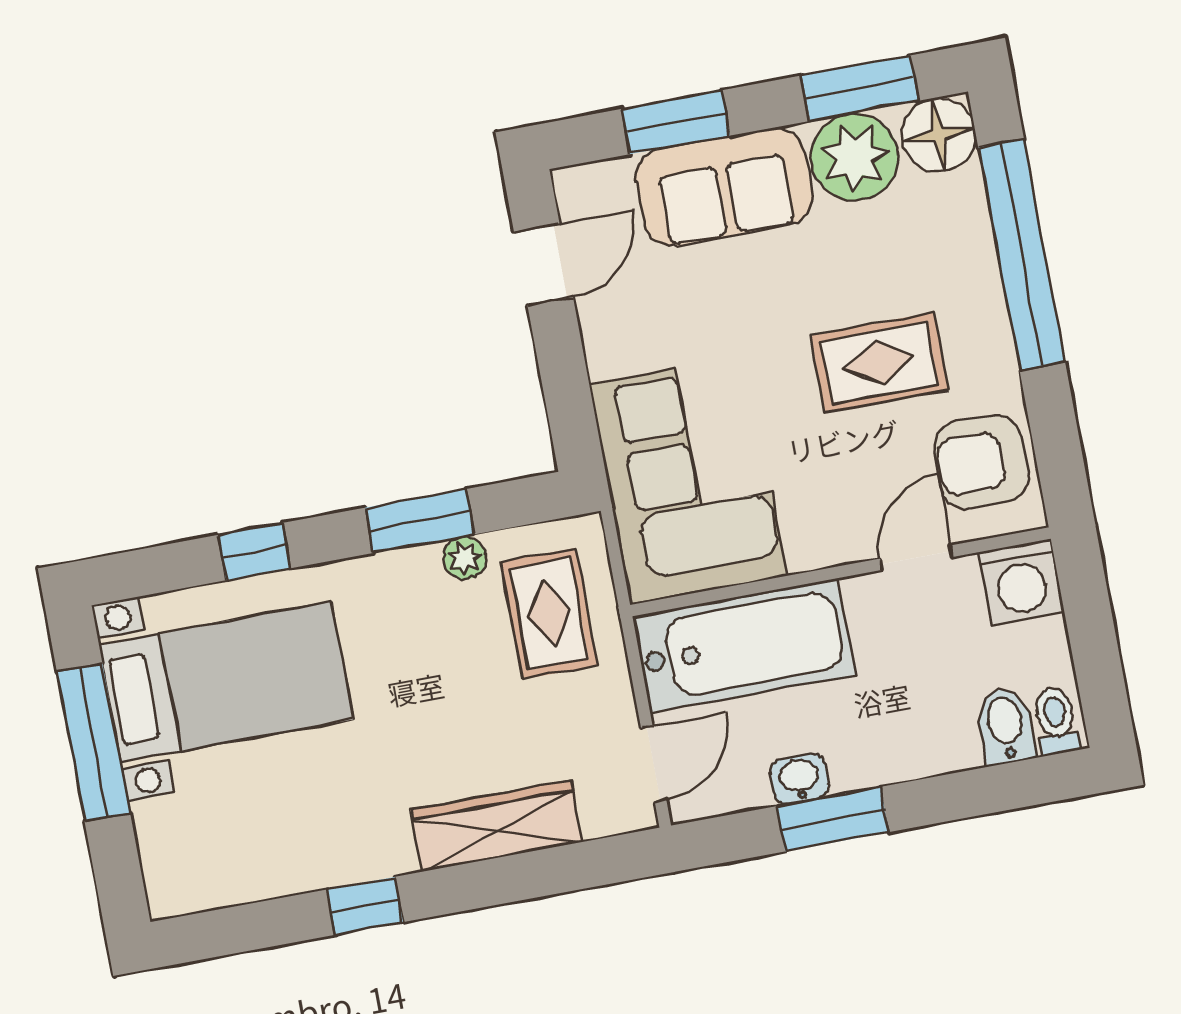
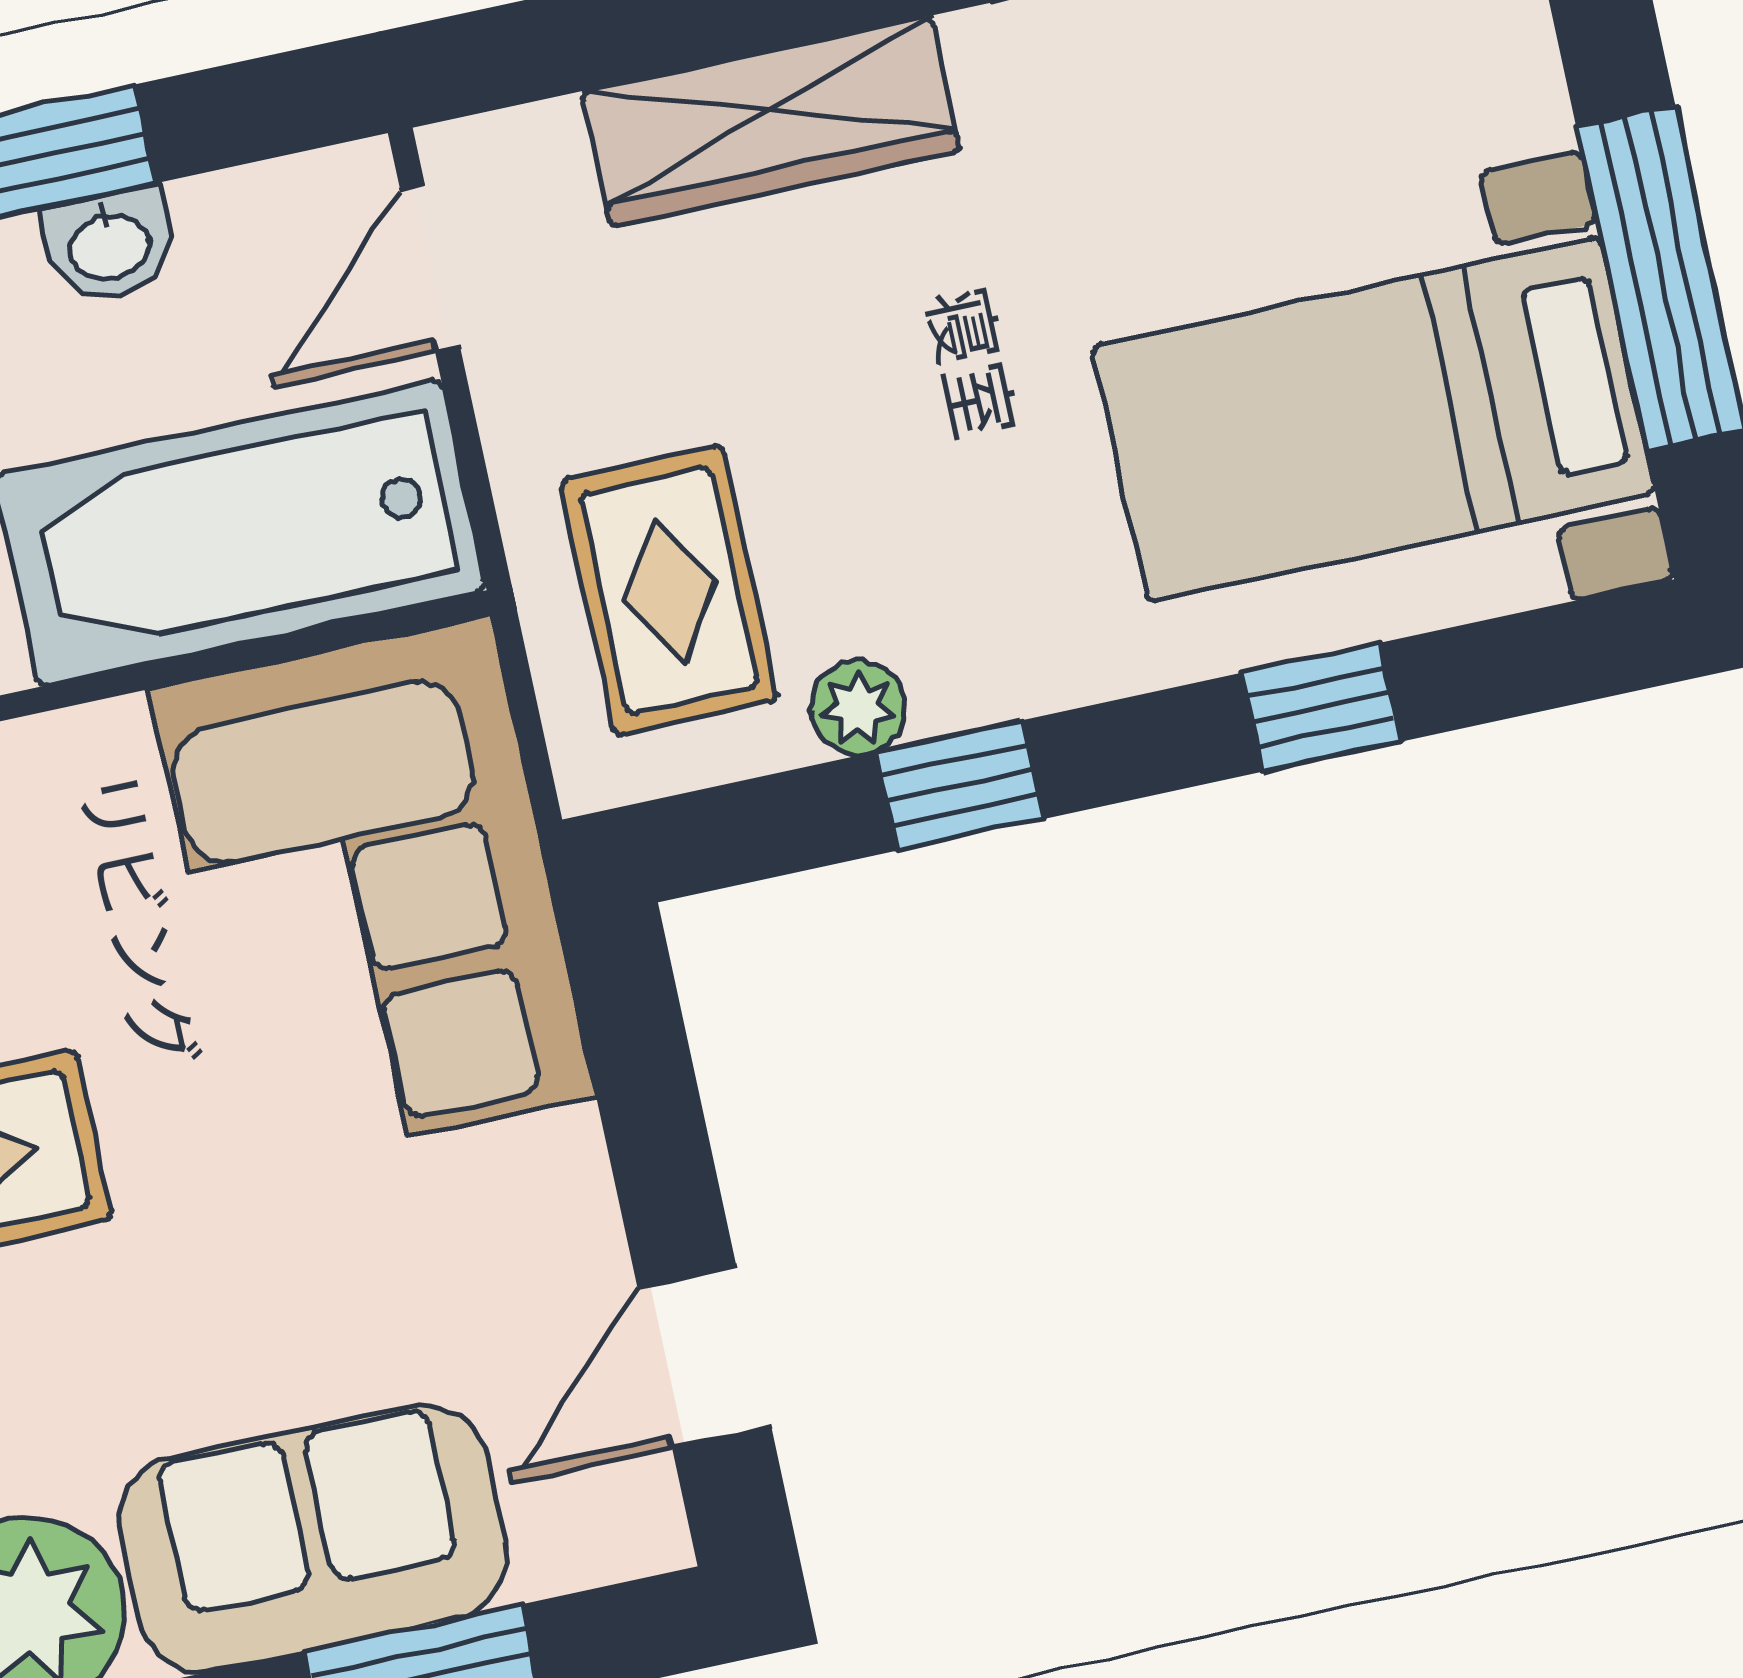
window: (420, 521) -> (959, 785), width x0.67

